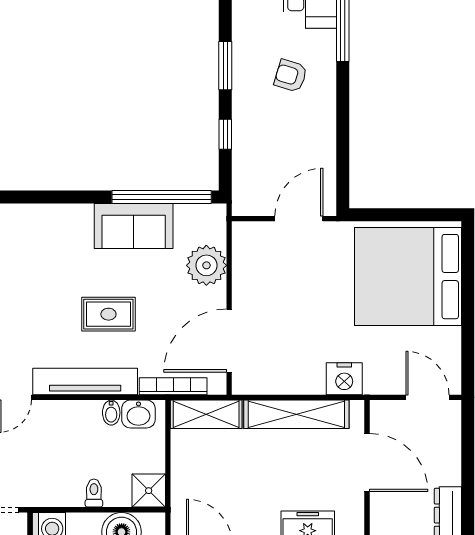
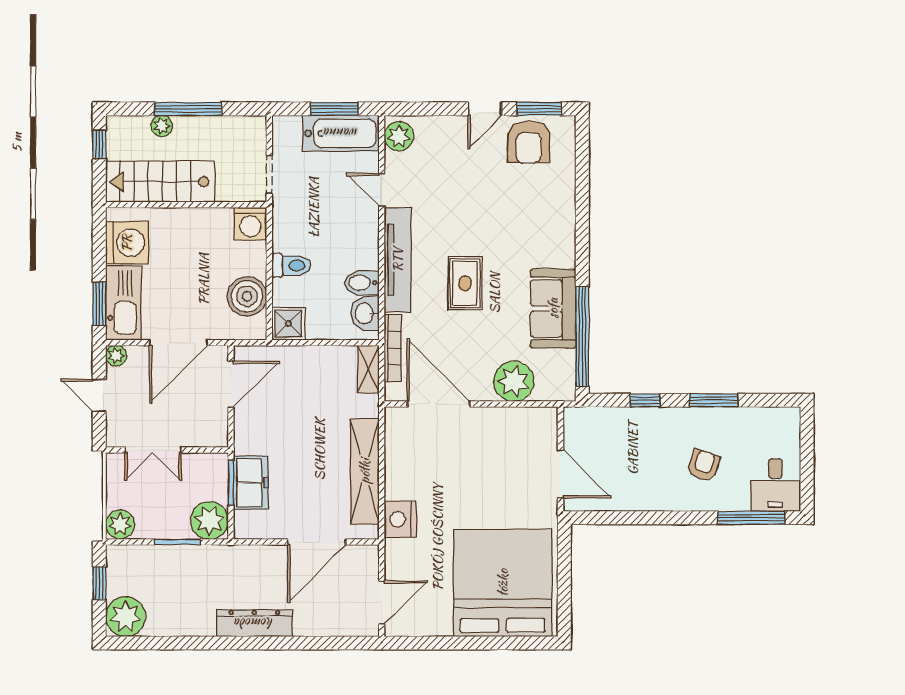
bidet: (111, 413) -> (362, 283), width x1.38, depth x1.36
shelving: (206, 414) -> (368, 369), width x0.67, depth x0.75
toilet: (94, 493) -> (291, 266), width x1.37, depth x1.39

